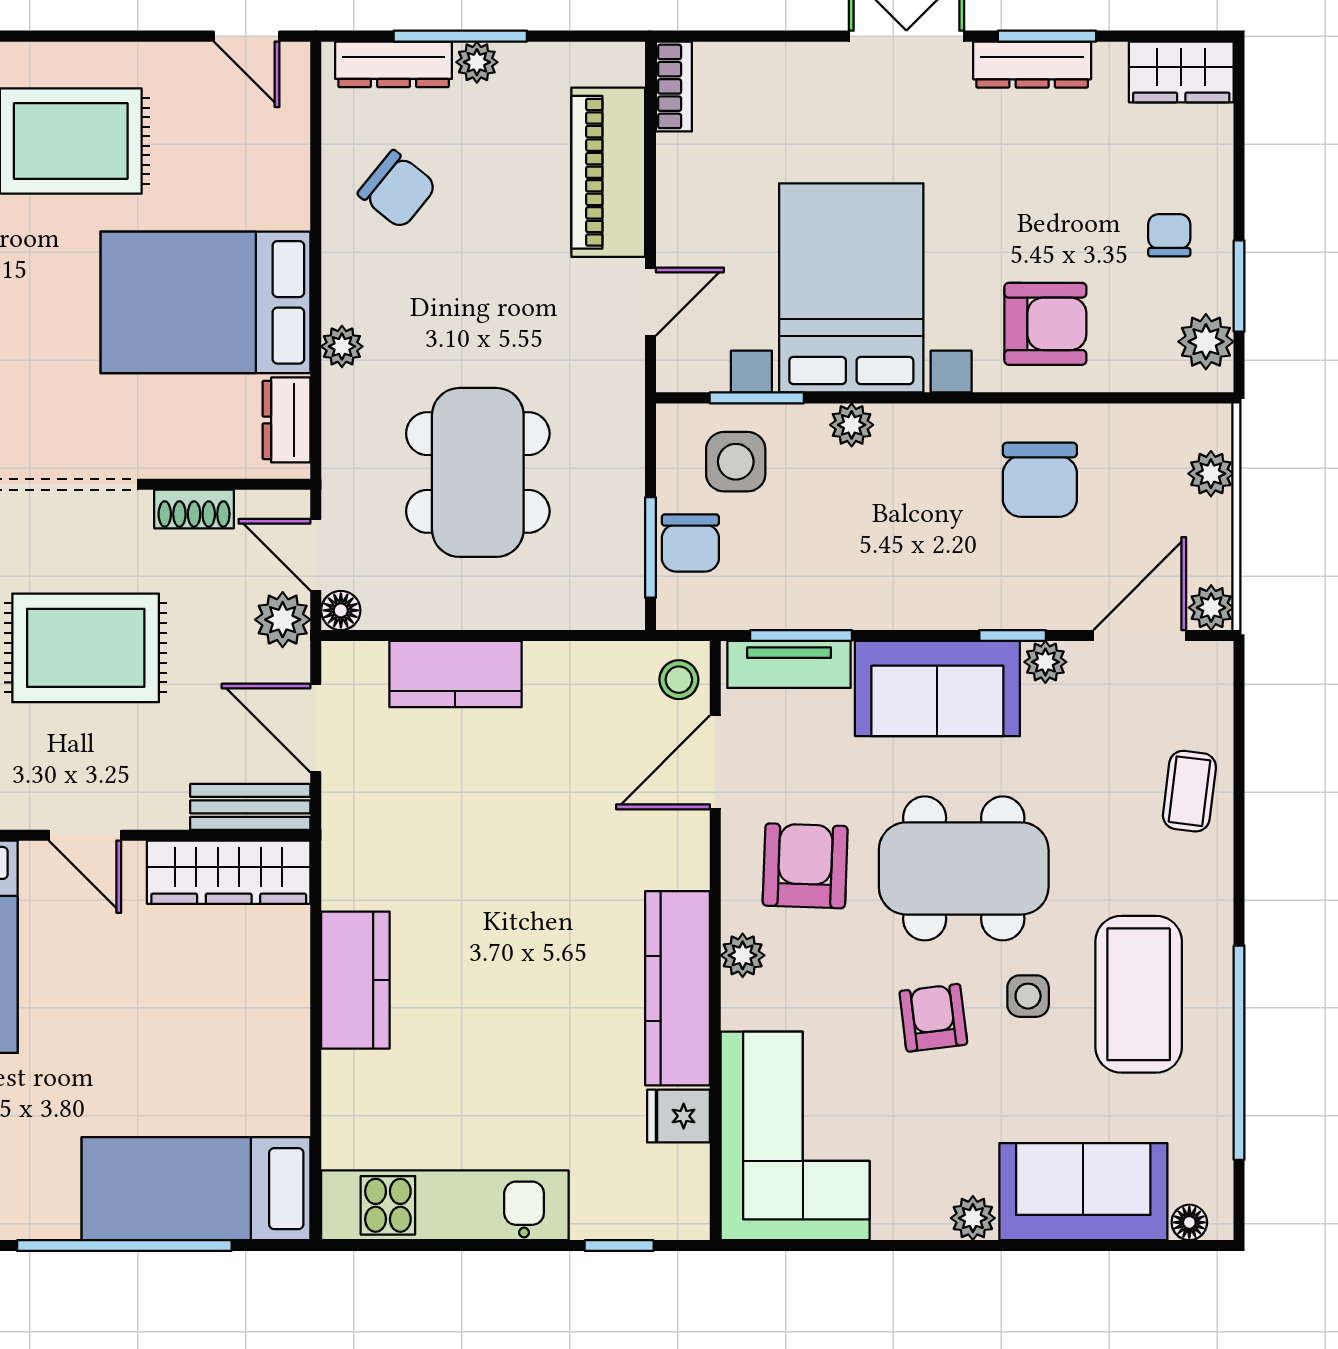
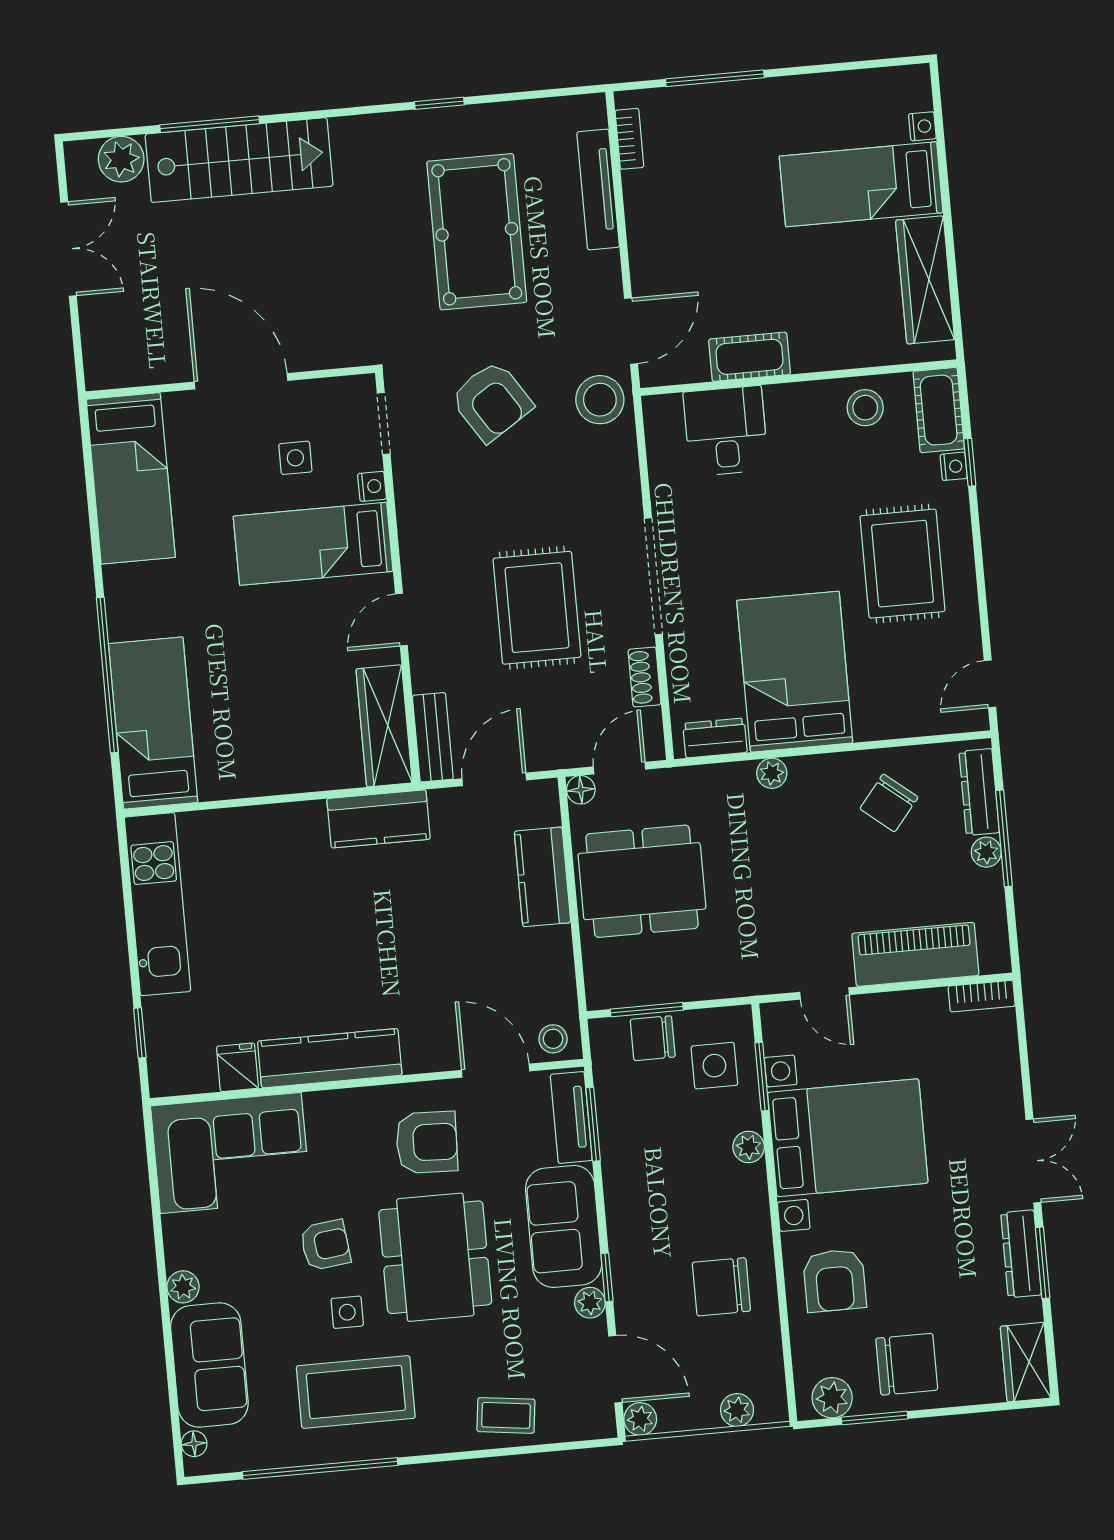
chair: (1169, 235) -> (907, 1364), width x1.87, depth x1.87
dining table: (478, 472) -> (642, 881), moved
plant: (283, 620) -> (570, 748), removed
plant: (743, 955) -> (358, 1103), removed
kitchen counter: (355, 980) -> (379, 819), moved

